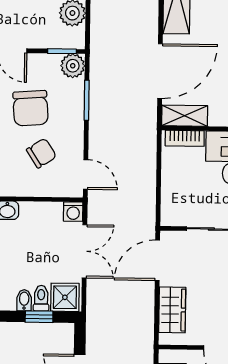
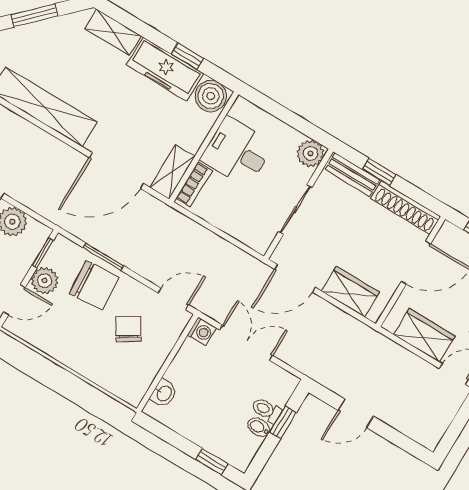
plant: (73, 66) -> (45, 281), moved
door: (160, 71) -> (116, 171), swing flipped
chair: (31, 108) -> (94, 285), moved
door: (157, 260) -> (295, 278), hinge flipped
shower: (65, 297) -> (279, 387), removed

